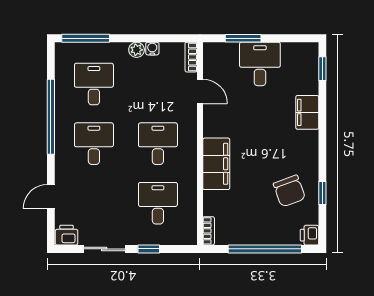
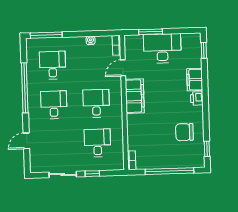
plant: (137, 50) -> (80, 42), removed
desk: (260, 64) -> (162, 48), width x1.37
door: (200, 91) -> (123, 68), swing flipped
filing cabinet: (216, 164) -> (135, 96), moved
chair: (289, 191) -> (184, 132), turned 110
window: (322, 193) -> (207, 149), moved
printer: (67, 235) -> (38, 166), removed
printer: (310, 235) -> (197, 99), moved

